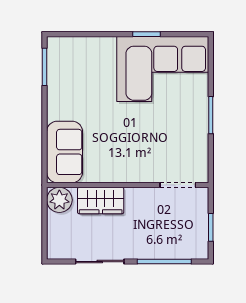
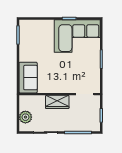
plant: (59, 200) -> (25, 117), moved
wardrobe: (101, 201) -> (57, 102), moved

